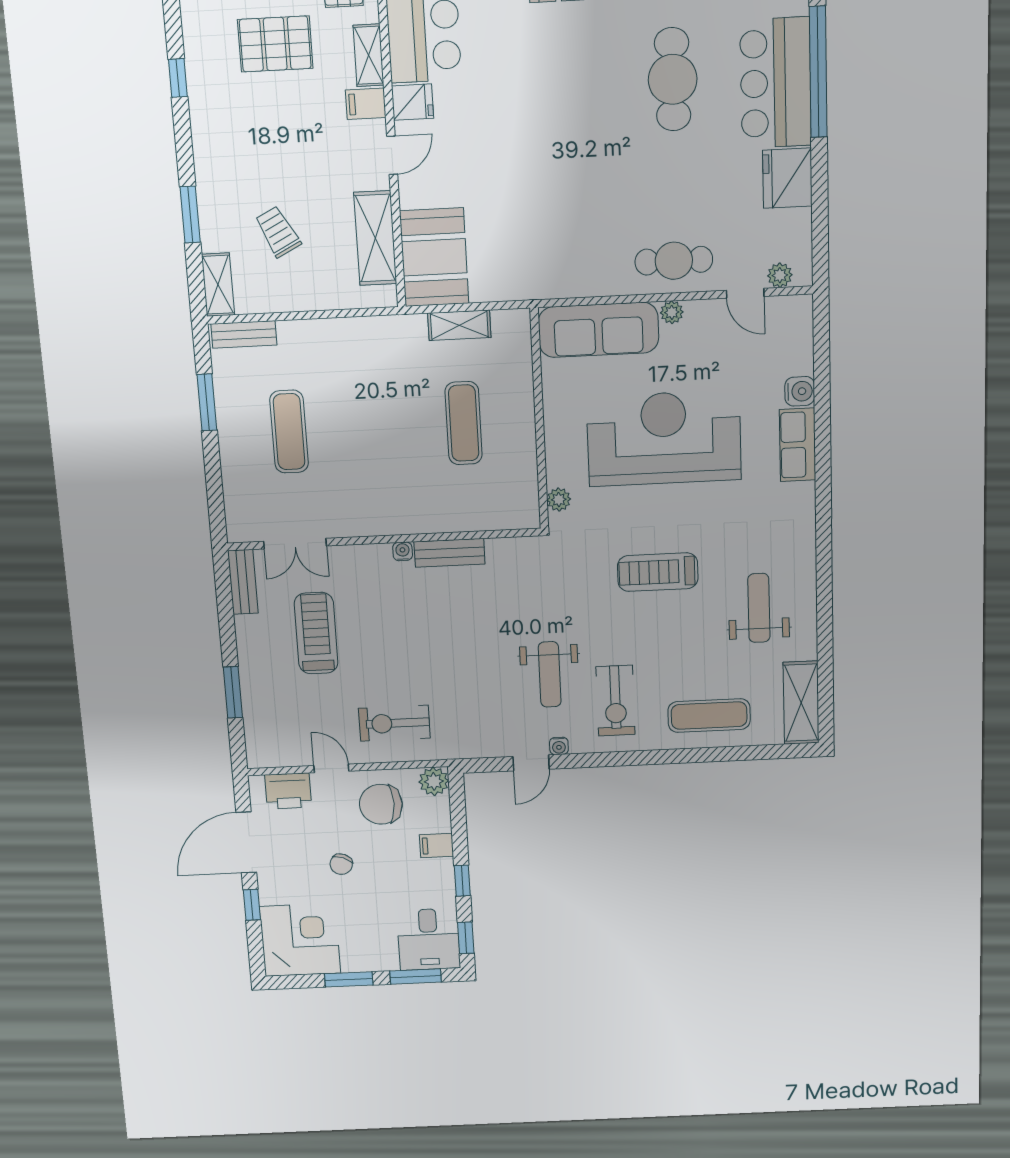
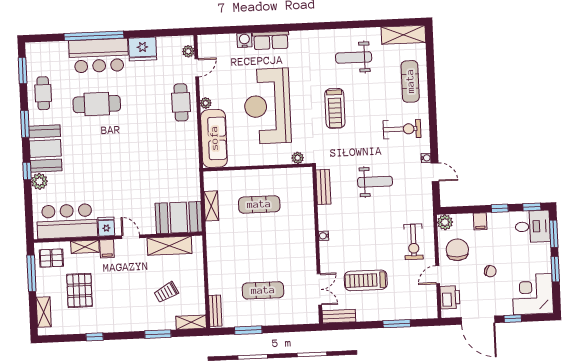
bench: (449, 553) -> (323, 187), moved
weight bench: (550, 674) -> (375, 182), moved
chair: (381, 804) -> (457, 250), turned 180

